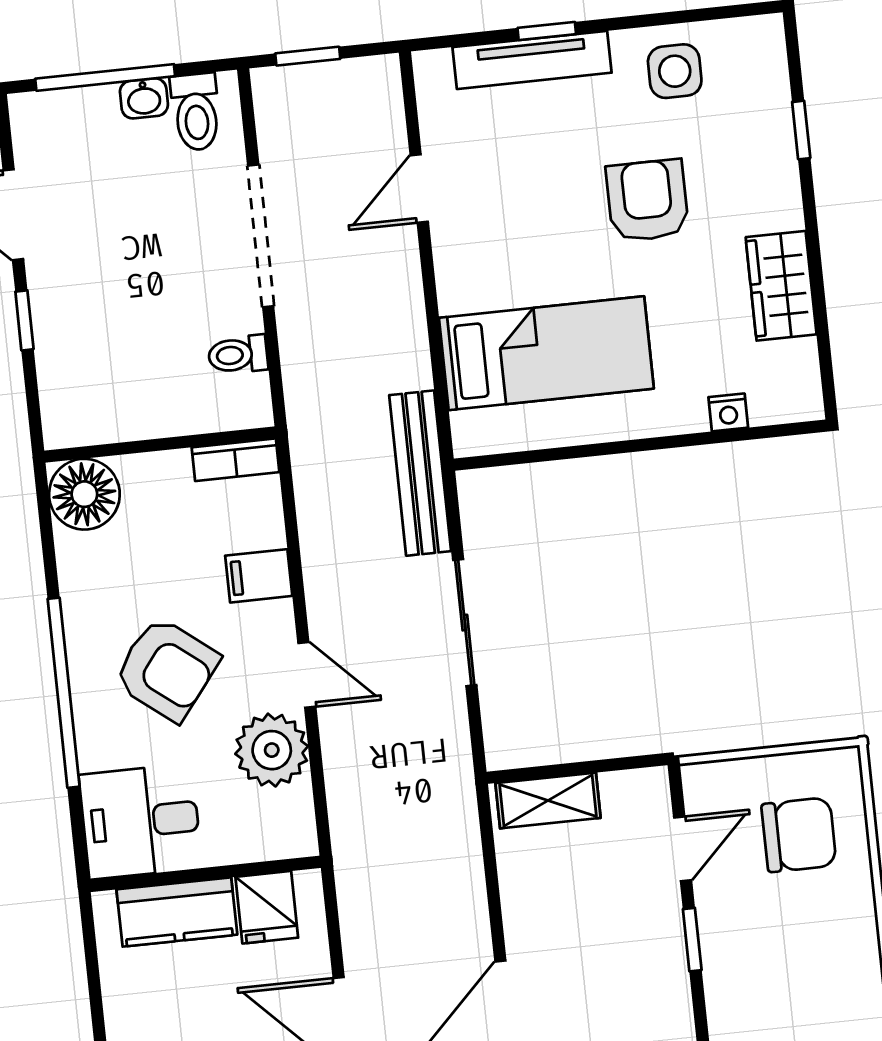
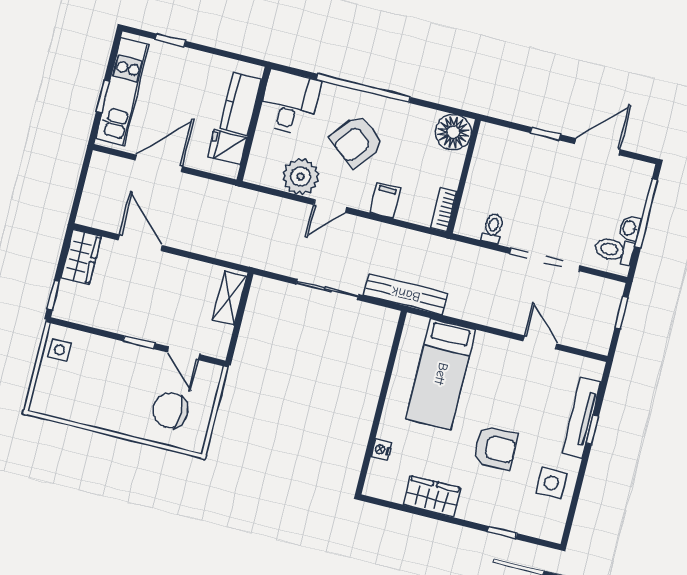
chair: (799, 835) -> (170, 411), turned 89

